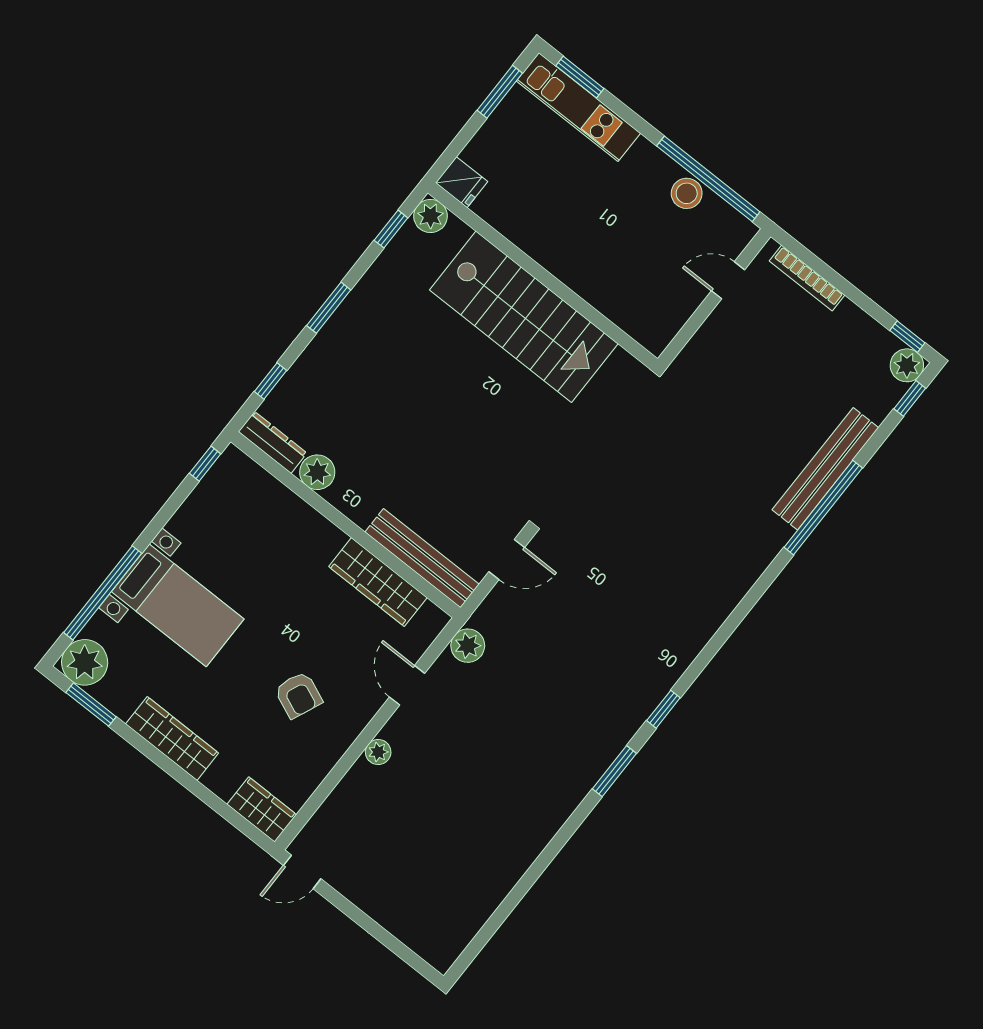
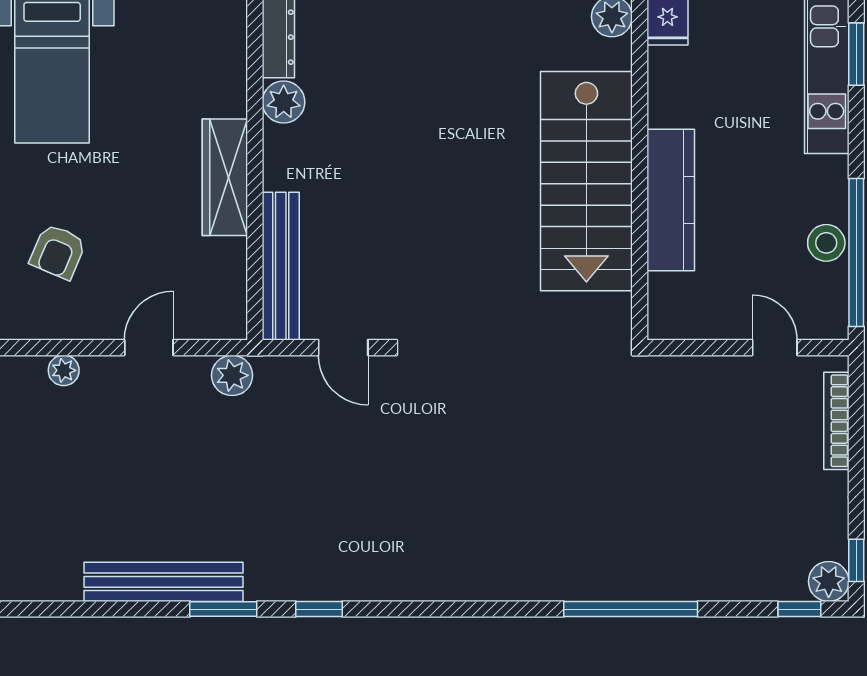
kitchen counter: (579, 272) -> (671, 200), added
bench: (825, 469) -> (164, 582), moved
wardrobe: (378, 582) -> (225, 177), moved

